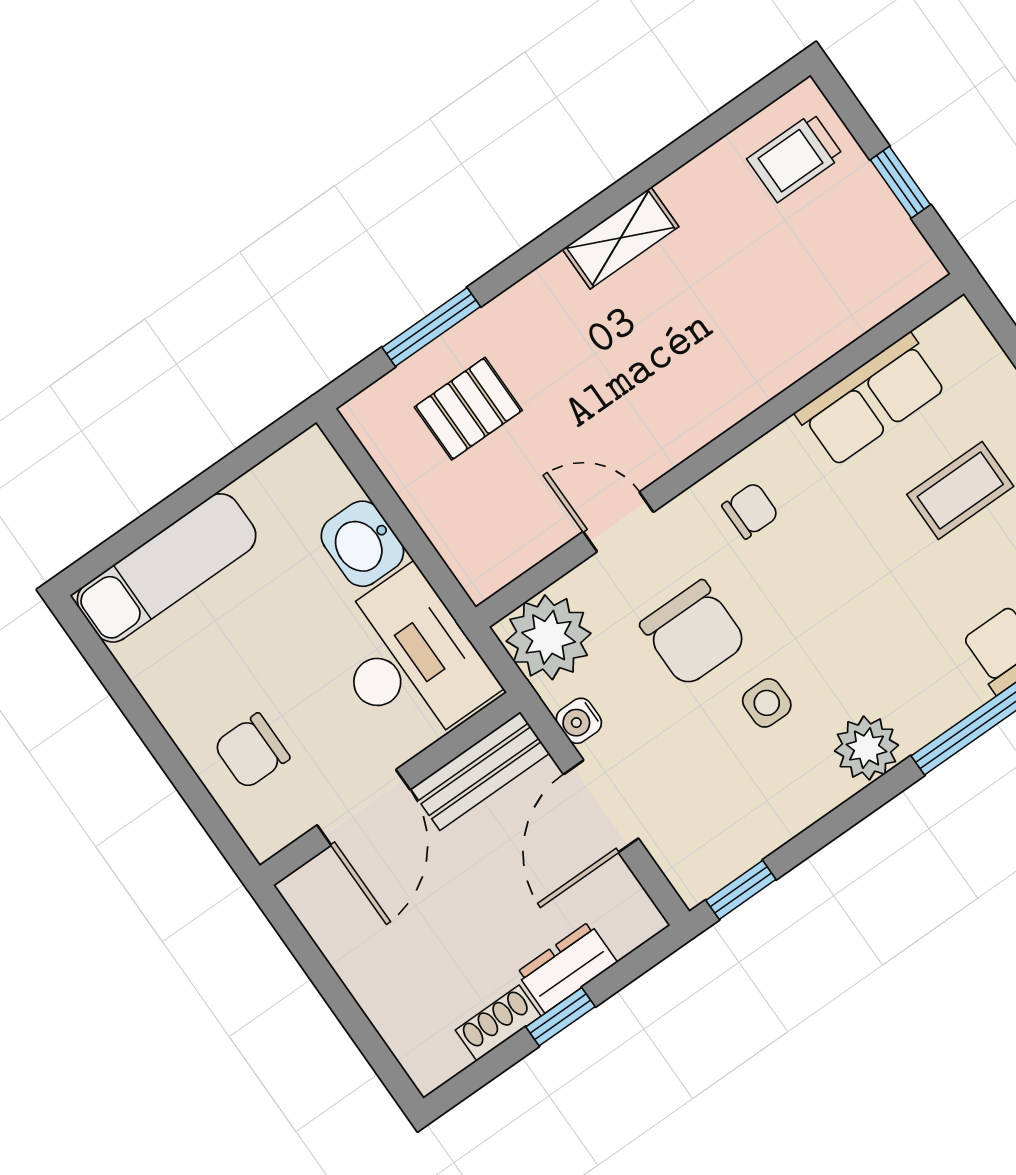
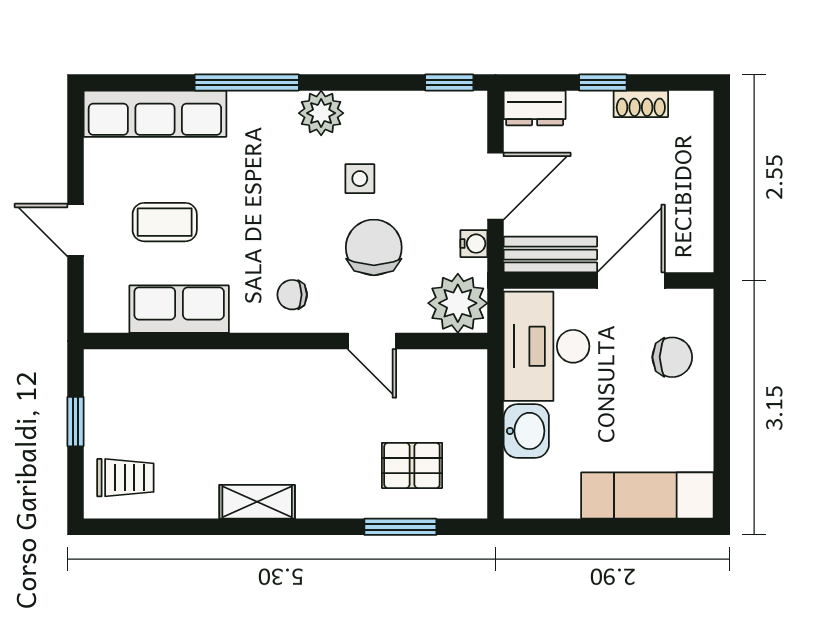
dresser: (567, 967) -> (535, 108), moved

